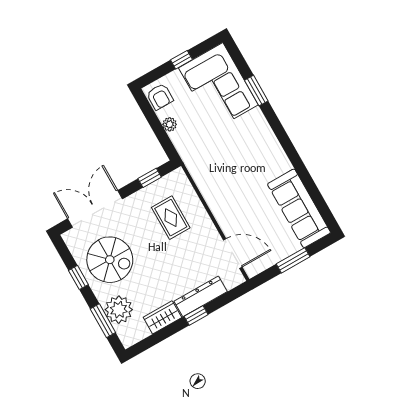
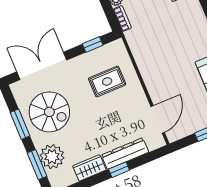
bookcase: (179, 145) -> (122, 19), added
rug: (171, 218) -> (107, 81), turned 90
door: (233, 254) -> (158, 119), hinge flipped
window: (78, 277) -> (20, 124), width x1.50

